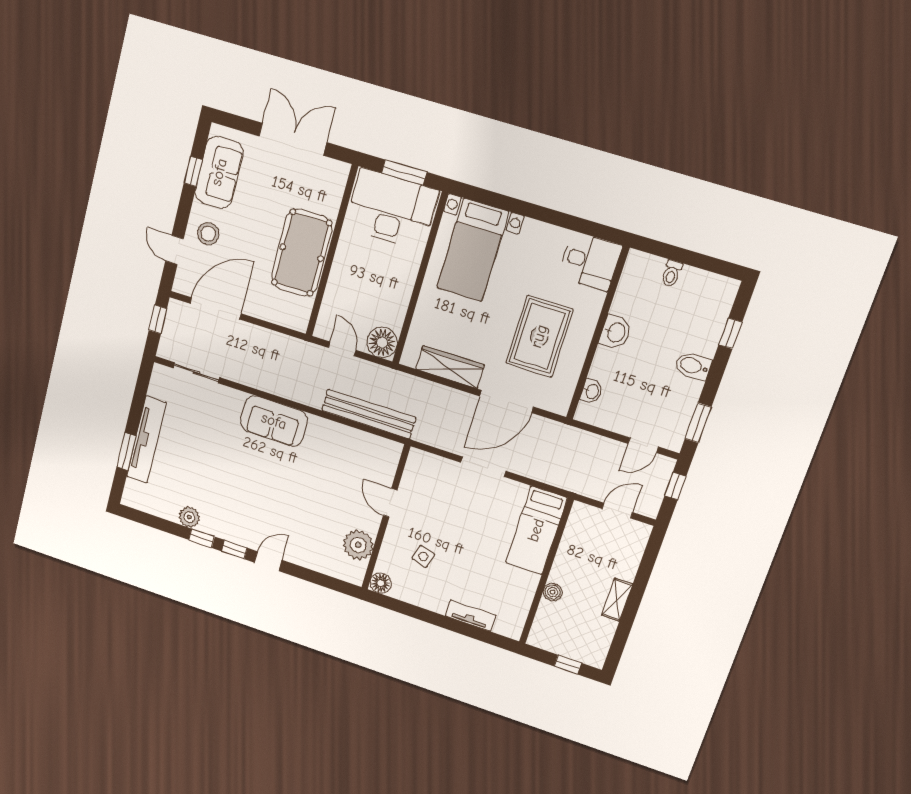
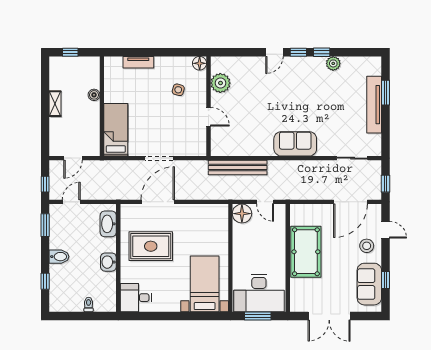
rug: (539, 336) -> (151, 246), turned 90
wardrobe: (450, 367) -> (197, 212), removed
washbasin: (592, 391) -> (108, 224), width x1.91, depth x1.45

